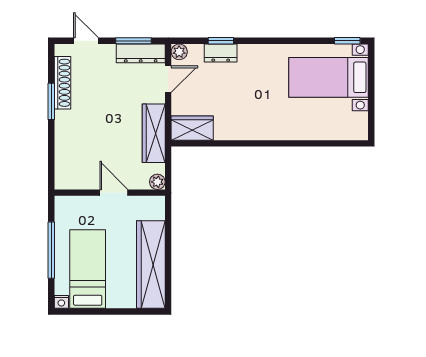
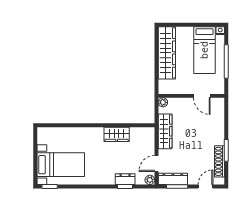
door: (86, 41) -> (206, 186), swing flipped
wardrobe: (192, 128) -> (117, 134), moved
door: (114, 193) -> (202, 96), moved

